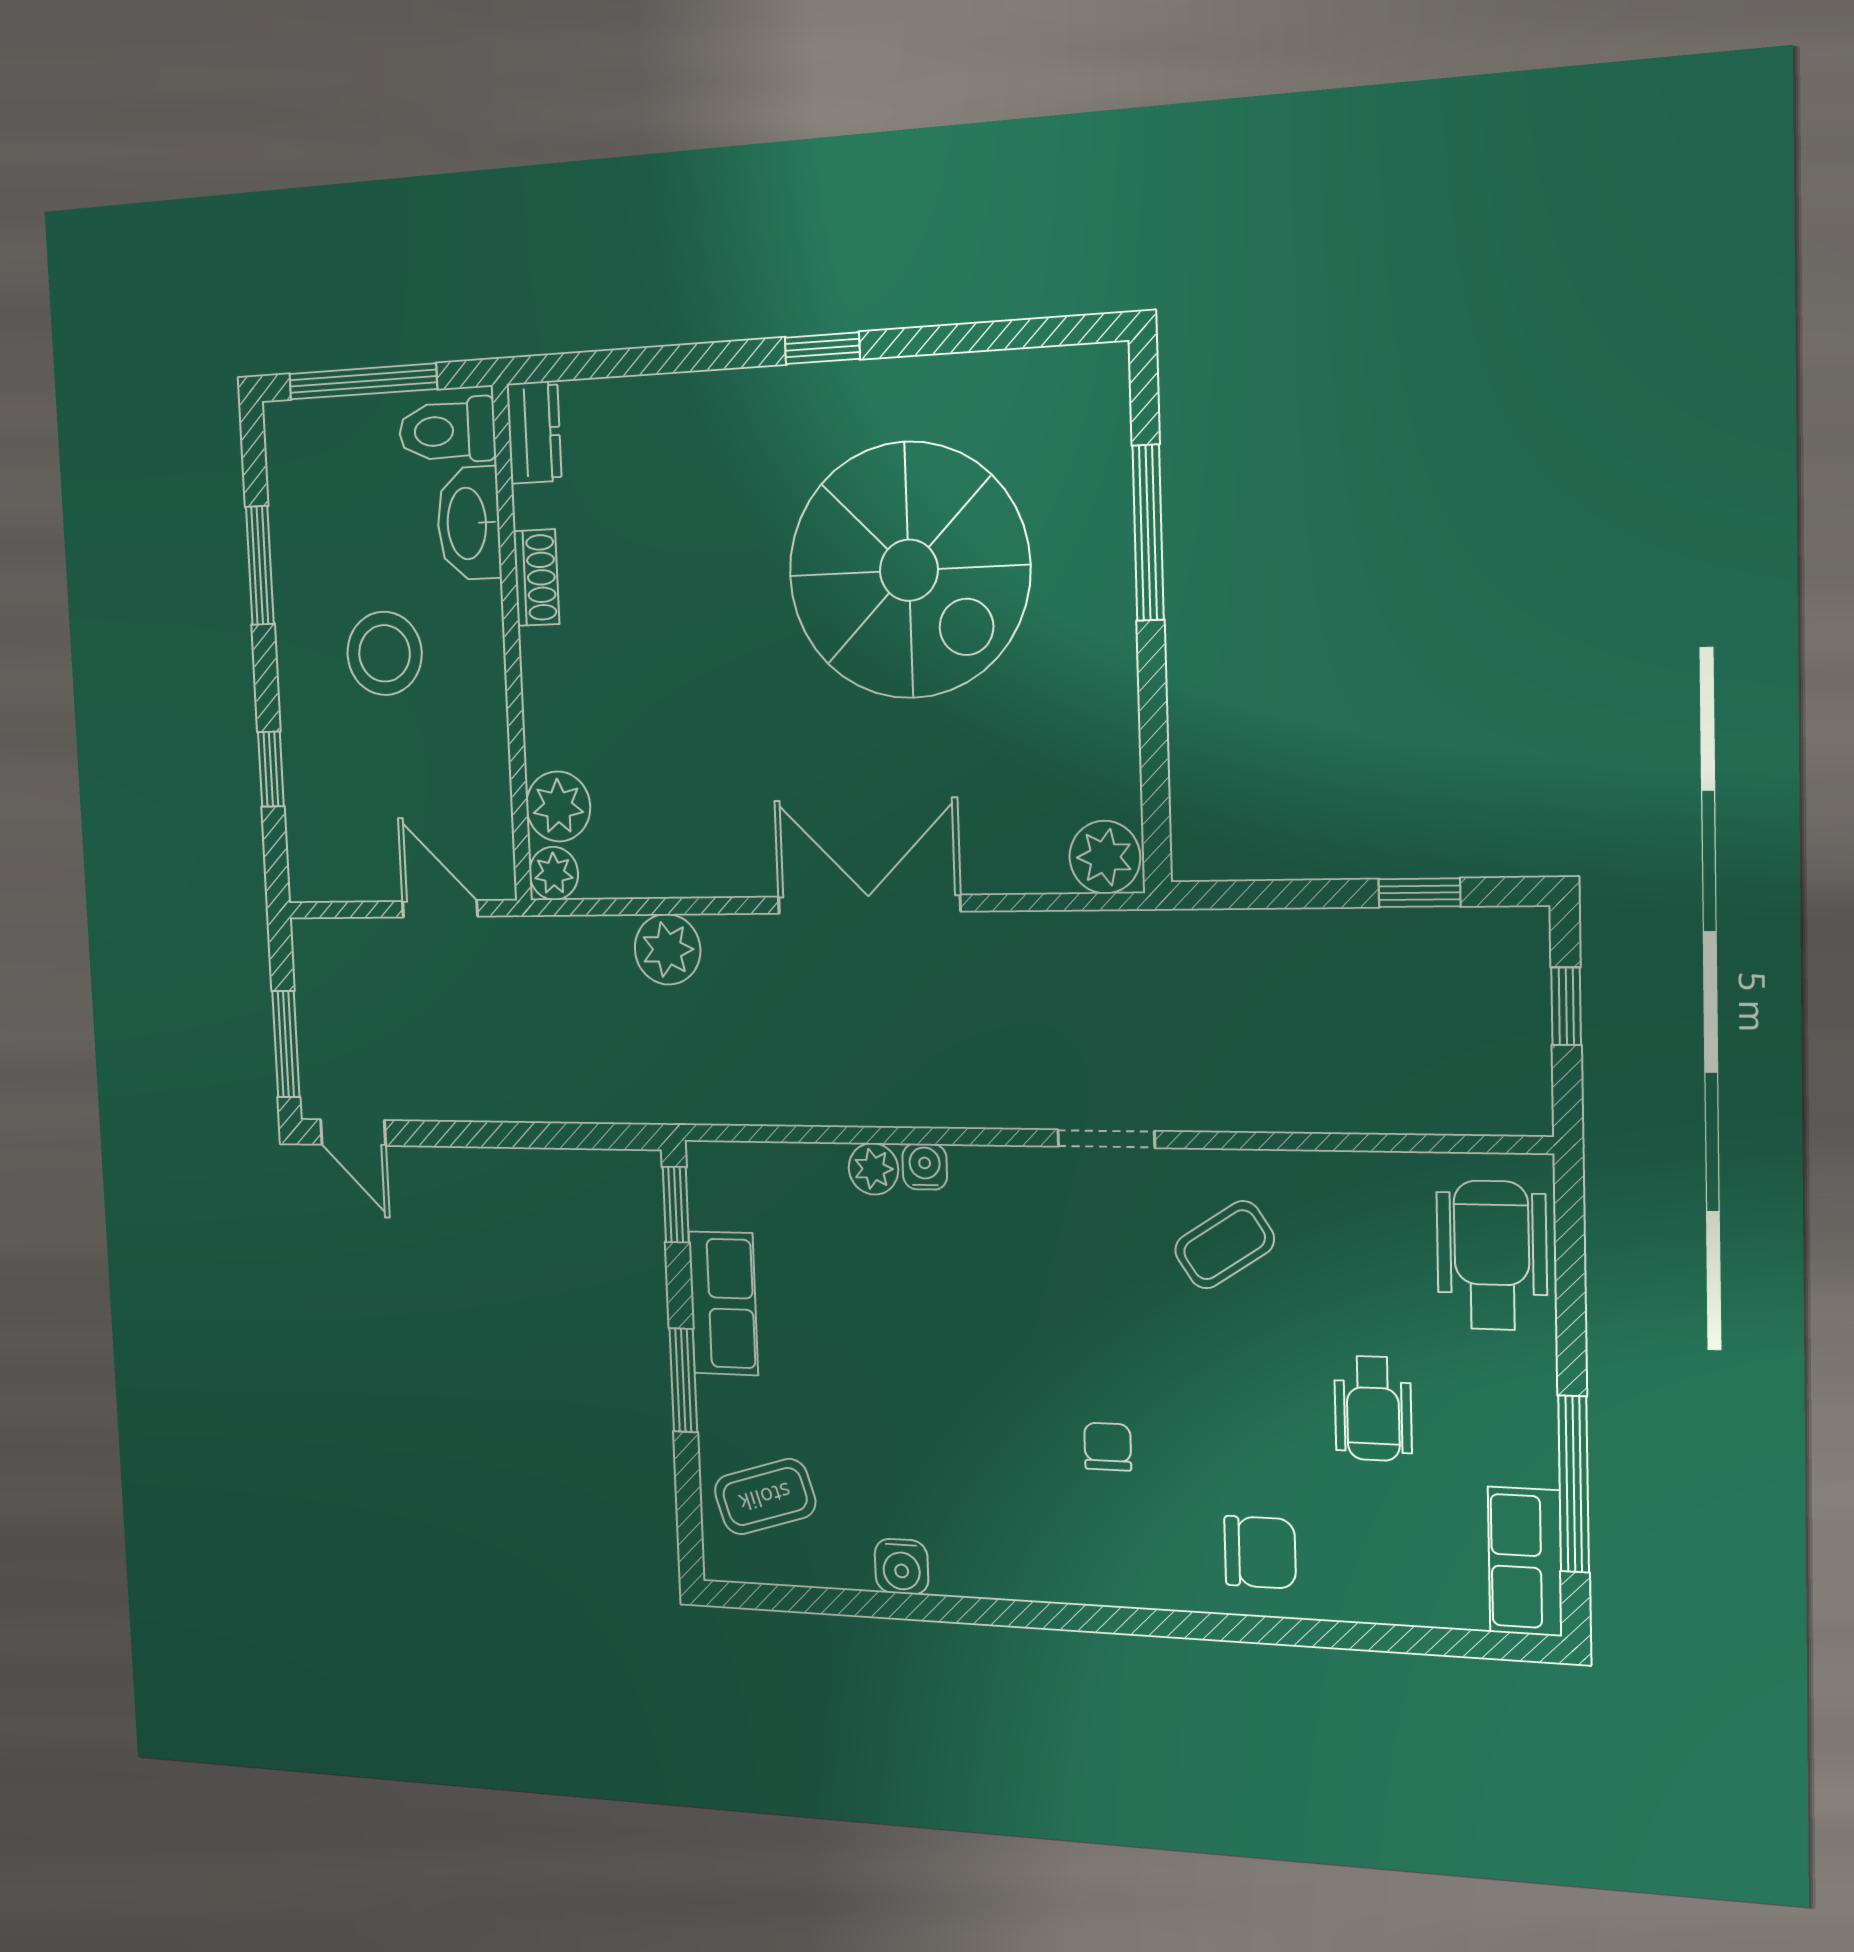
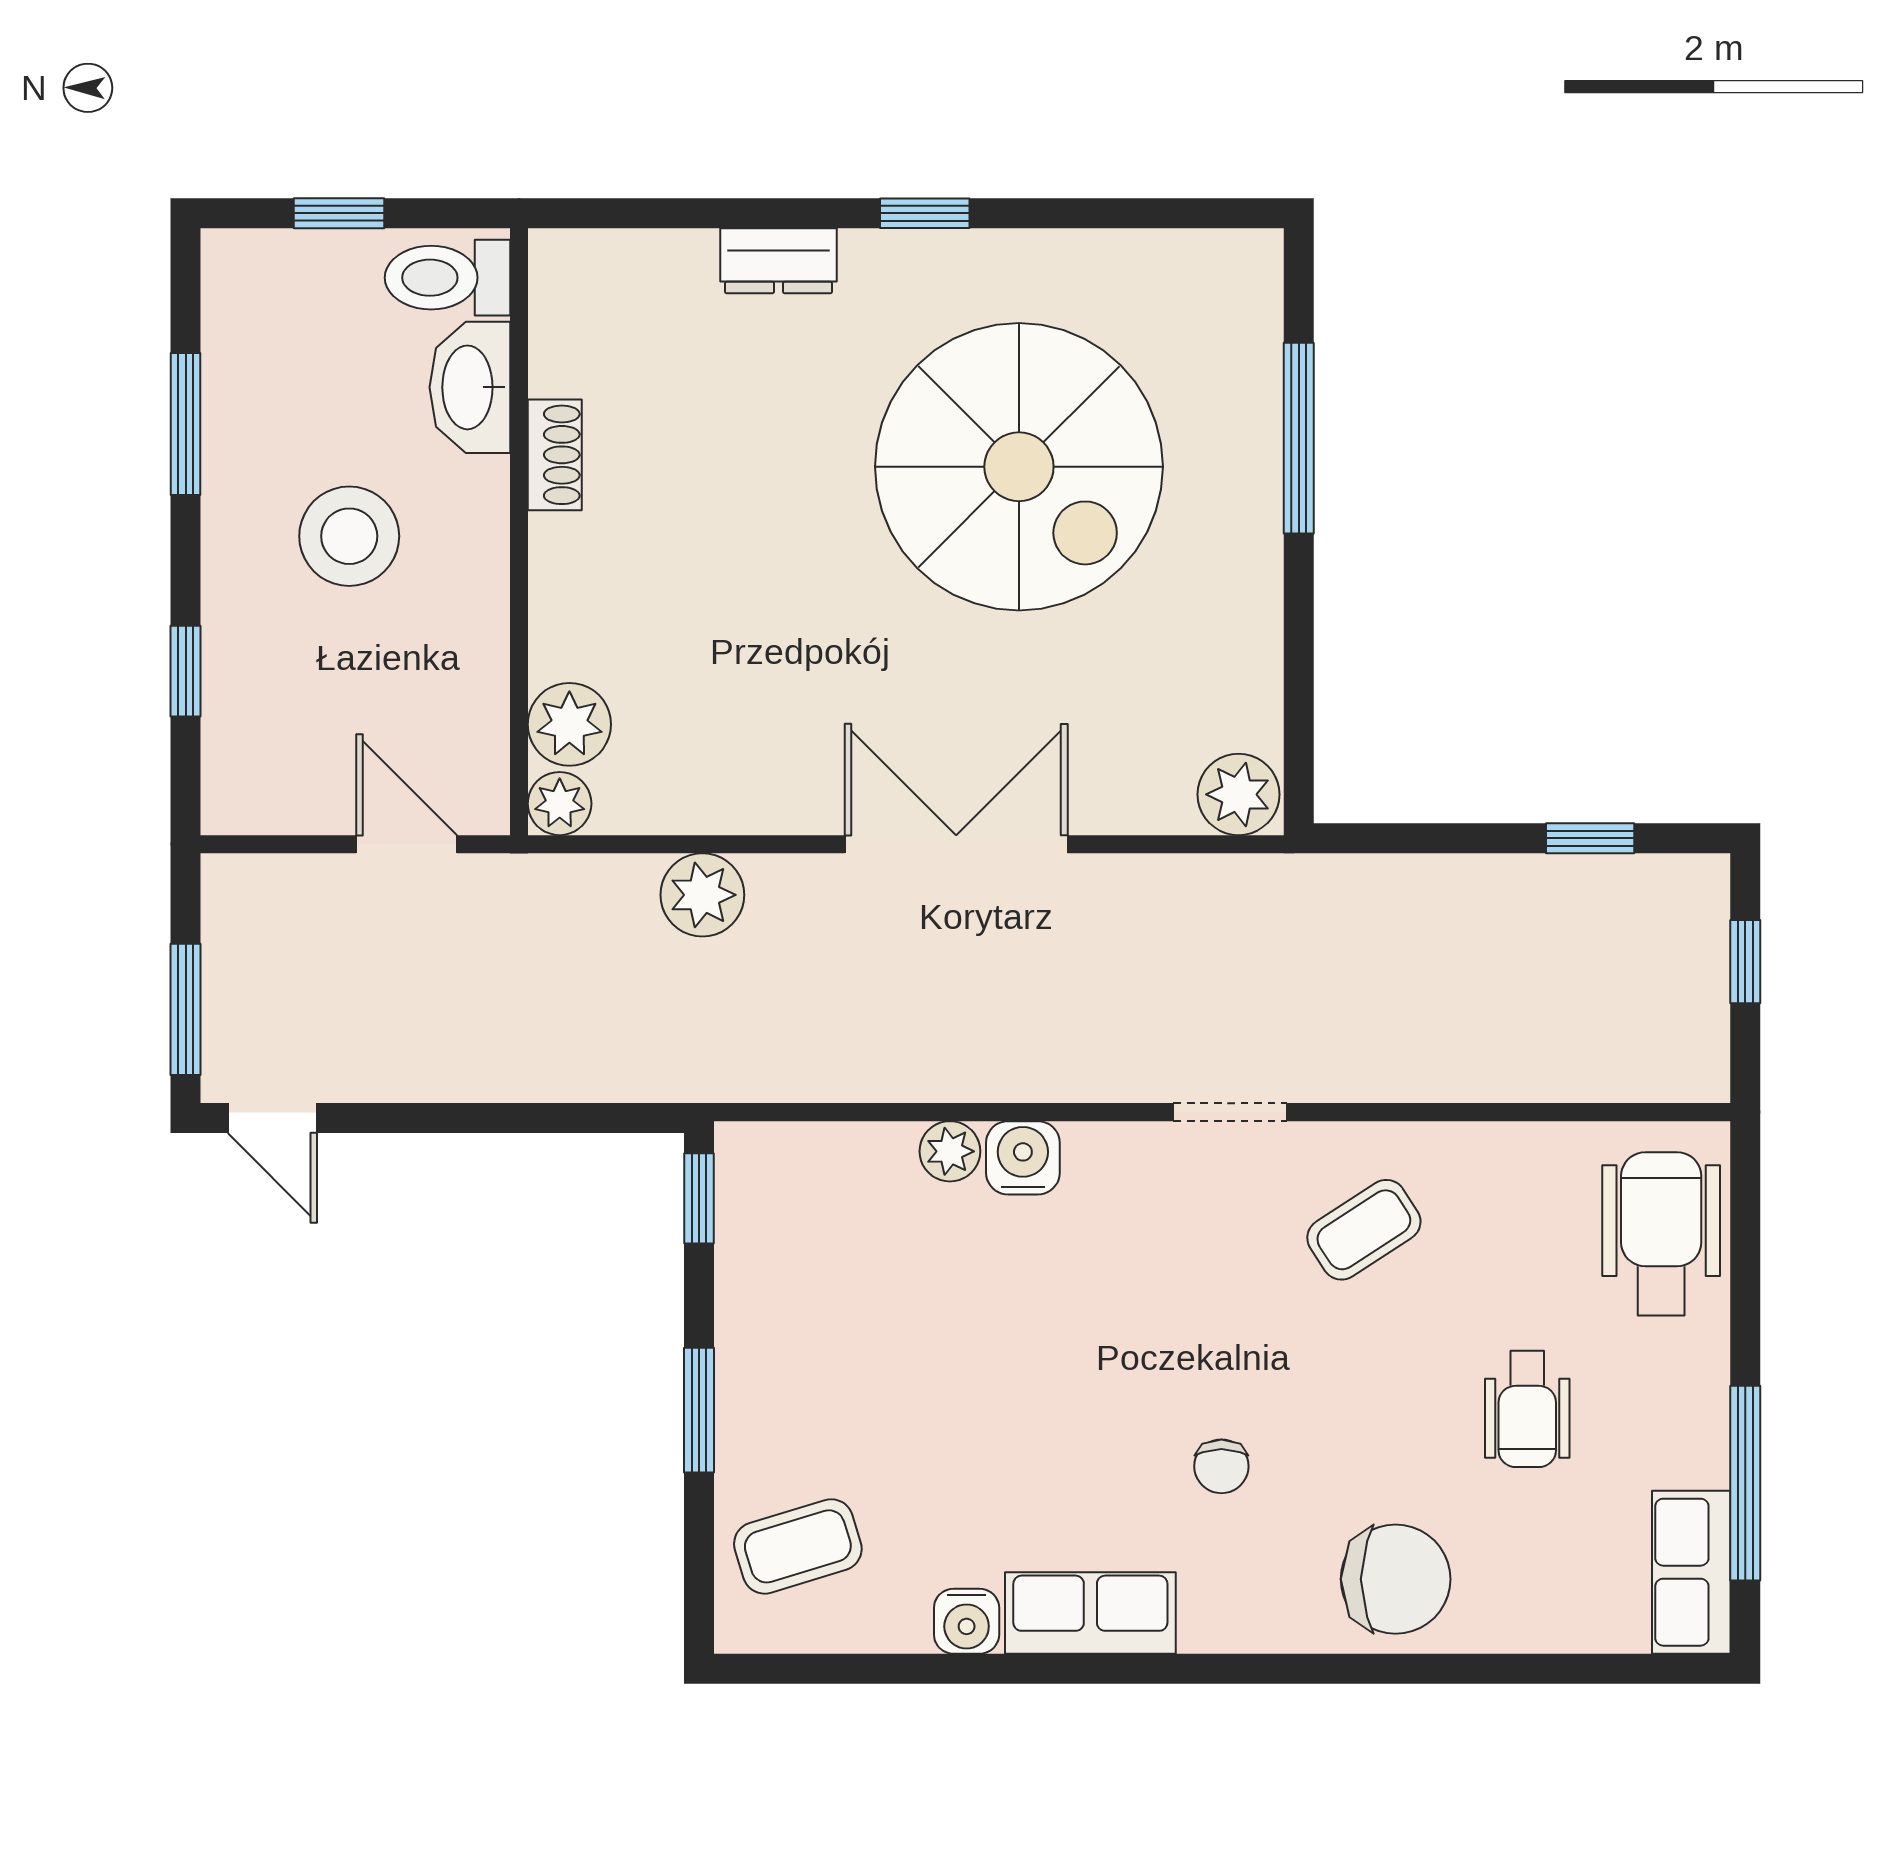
window: (363, 381) -> (339, 213), width x0.46
dresser: (534, 432) -> (779, 261), moved, turned 90
water cooler: (925, 1167) -> (1023, 1158), width x1.38, depth x1.38
row of seats: (723, 1303) -> (1090, 1613), moved, turned -90
chair: (1108, 1447) -> (1221, 1466), turned 180
chair: (1260, 1552) -> (1396, 1579), width x1.37, depth x1.37

